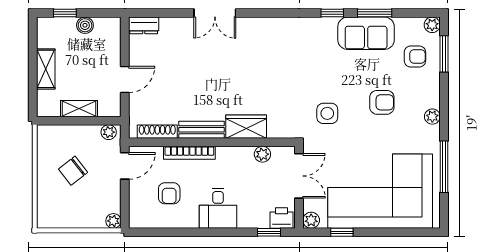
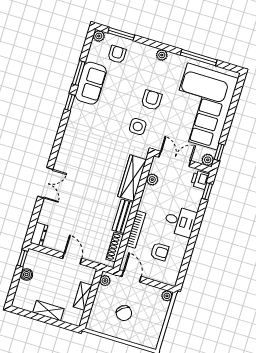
window: (65, 13) -> (22, 258), moved
armchair: (382, 102) -> (152, 100), moved
wardrobe: (246, 127) -> (132, 178), width x1.50
window: (342, 232) -> (219, 152), moved

